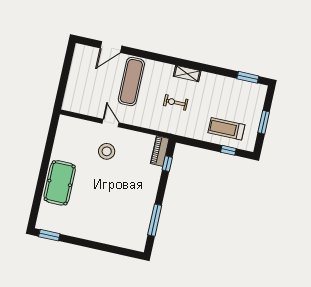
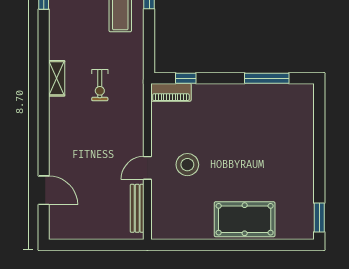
exercise mat: (131, 82) -> (85, 152), removed
bench: (84, 110) -> (137, 208), added

